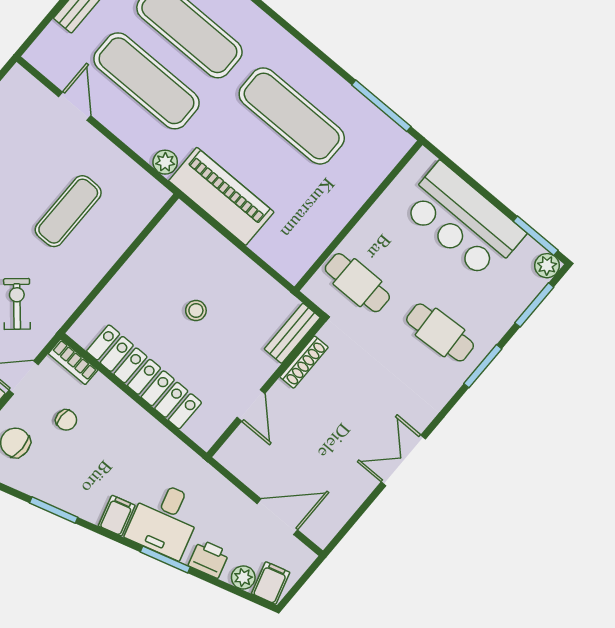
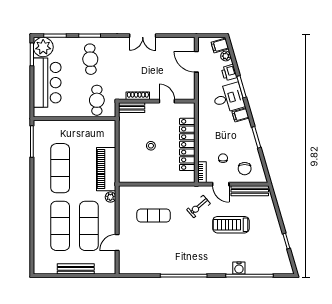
plant: (547, 266) -> (43, 47), width x1.87, depth x1.87
door: (251, 406) -> (167, 101), hinge flipped

